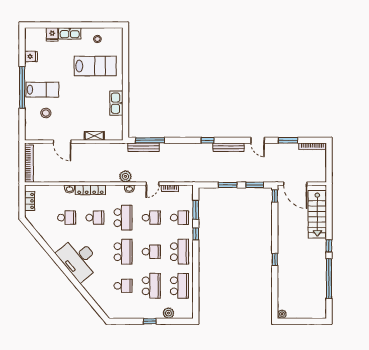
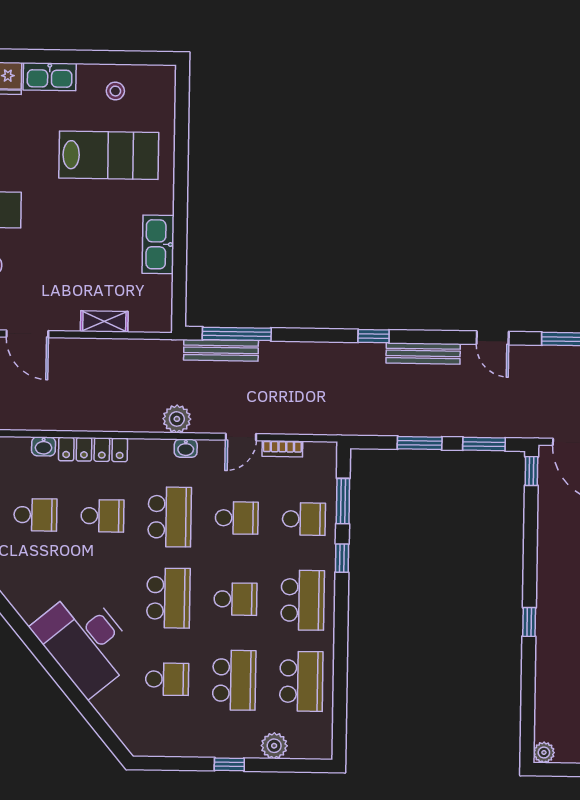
desk: (79, 259) -> (85, 642), moved

